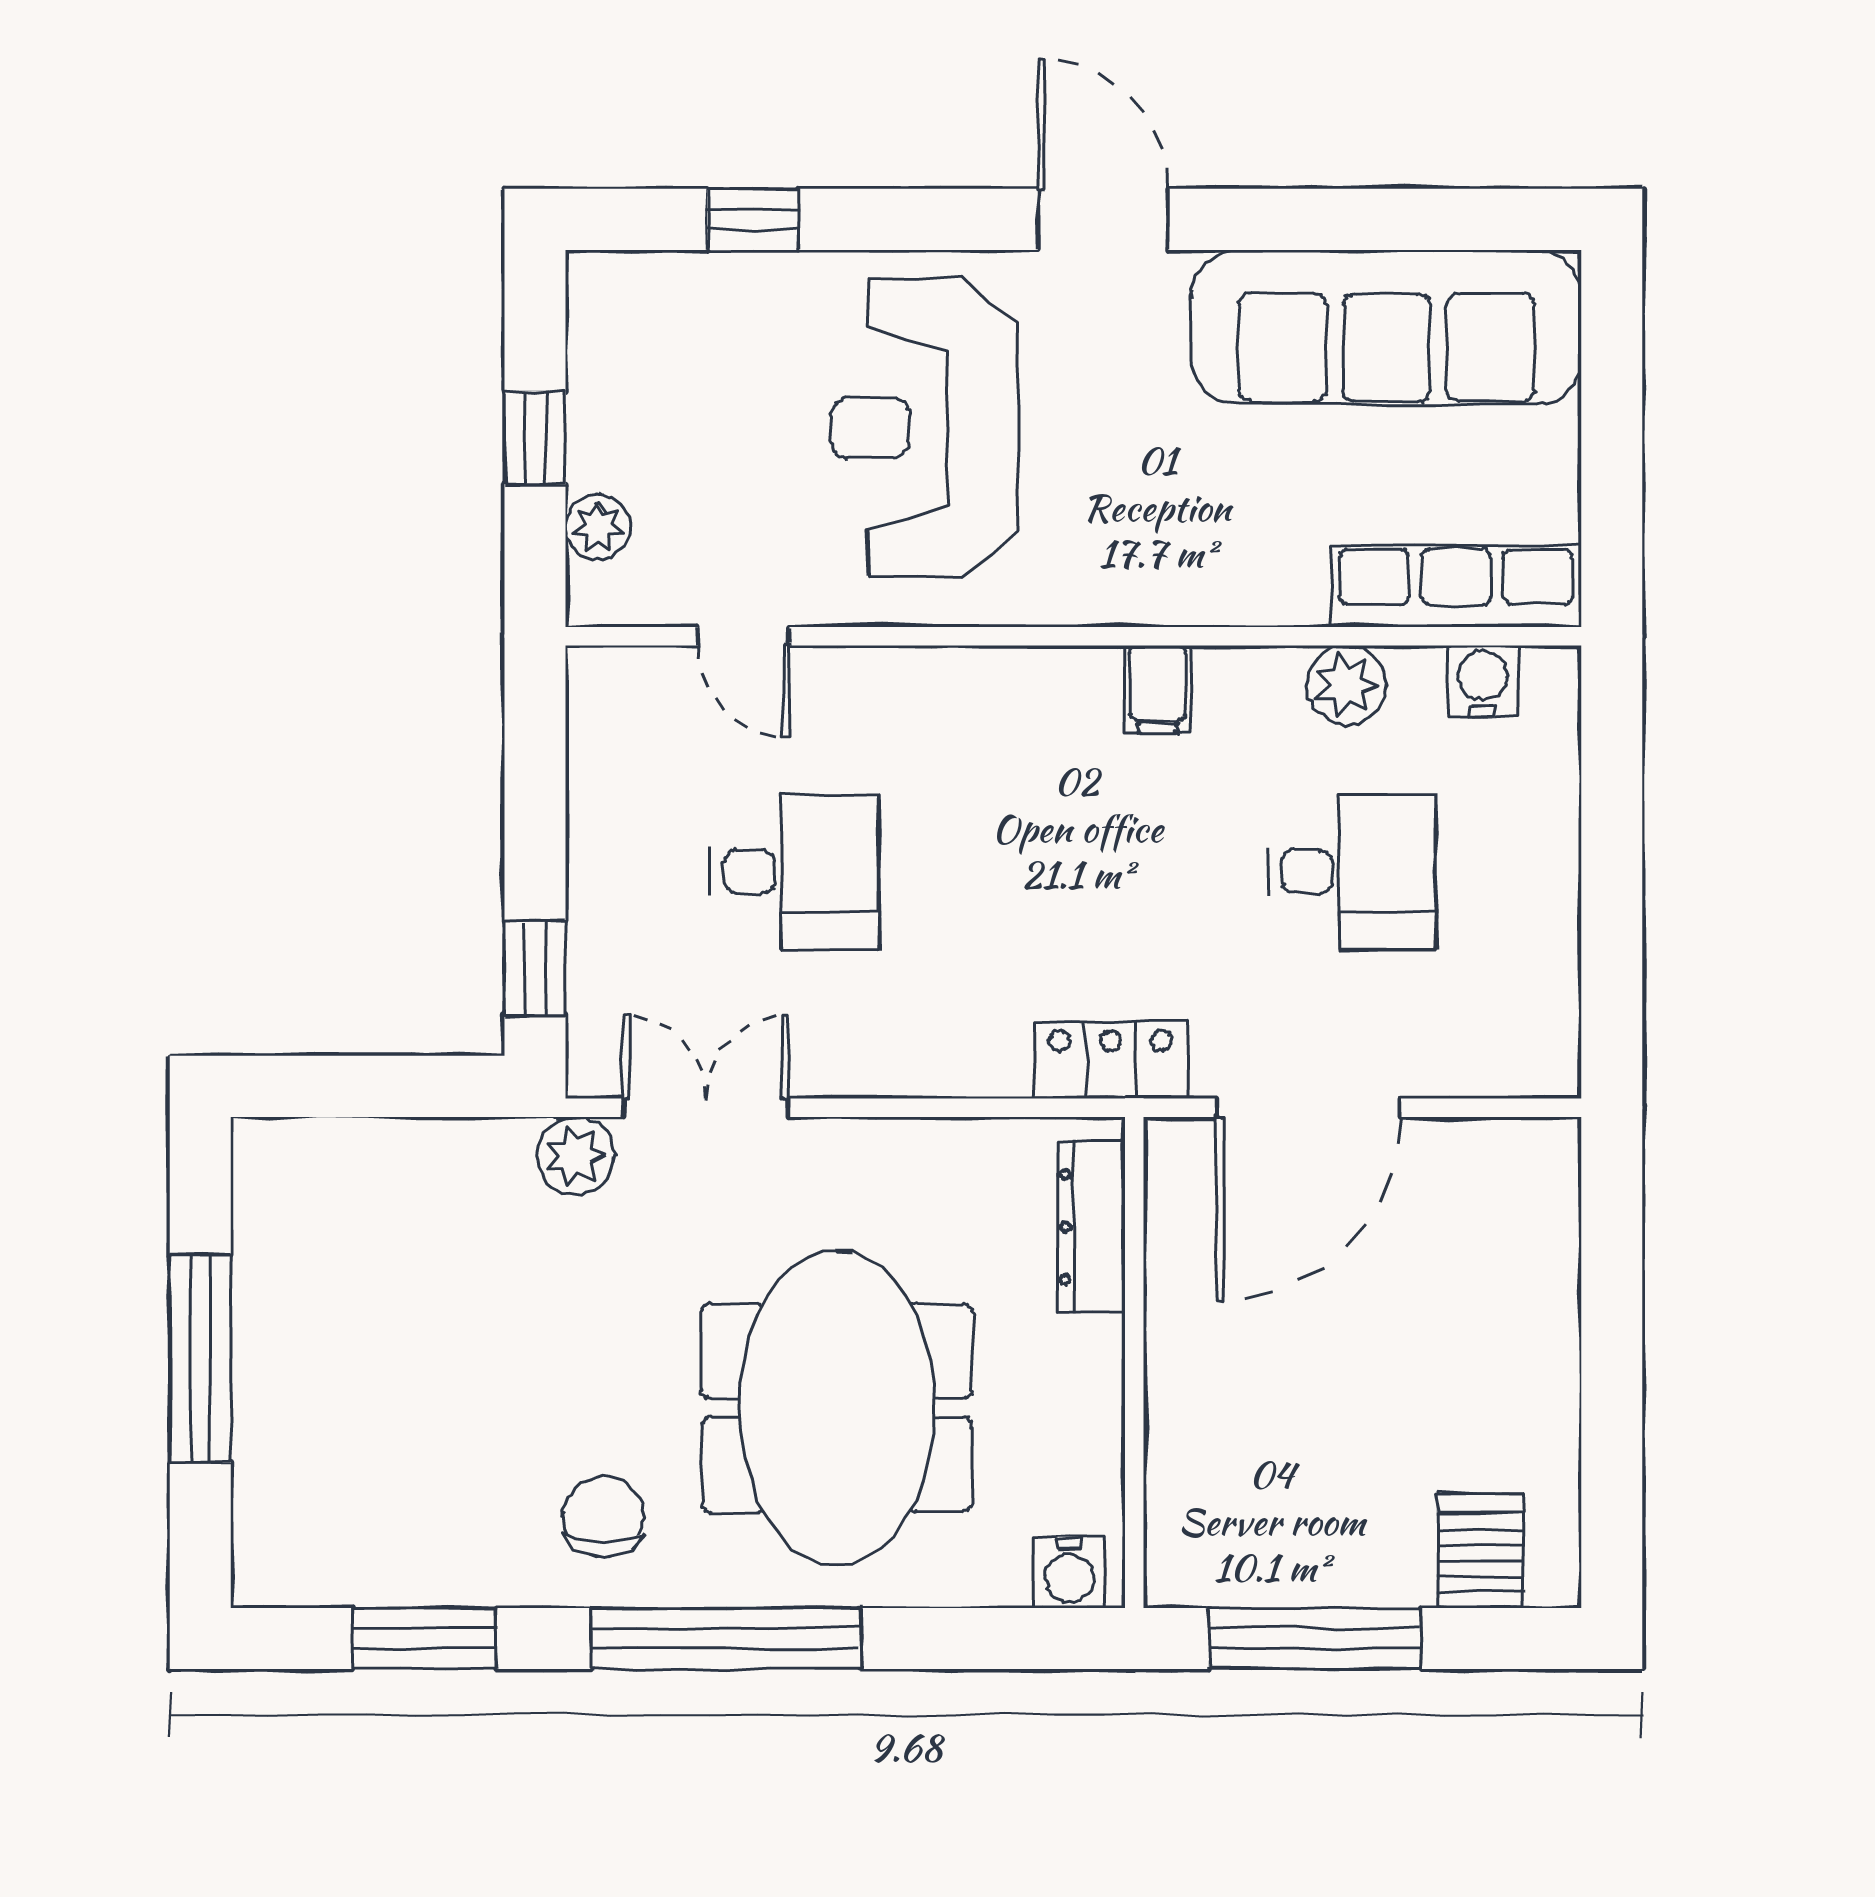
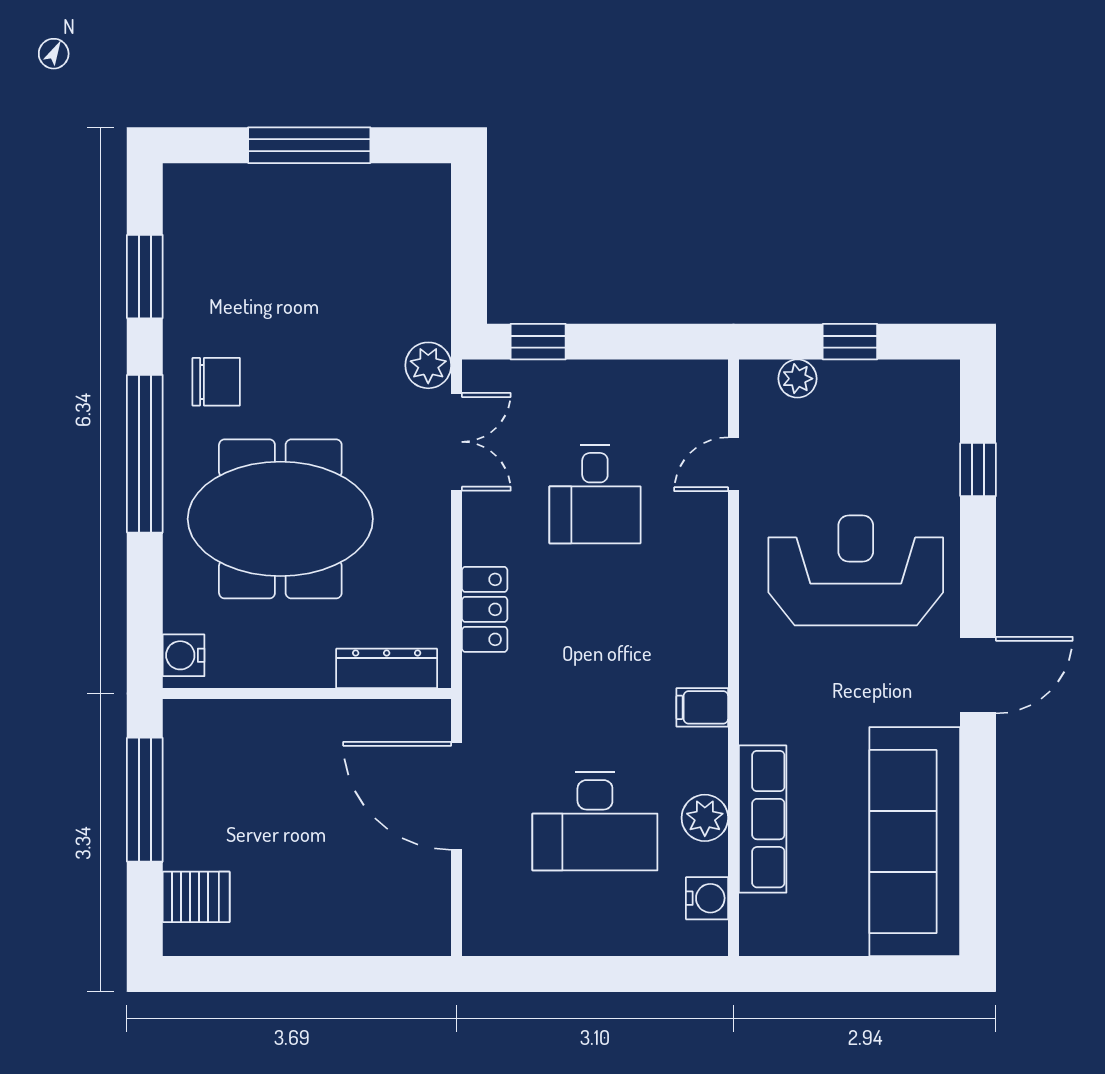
row of seats: (1456, 586) -> (763, 819), moved
desk: (1352, 872) -> (595, 821), width x1.37
locker: (1111, 1060) -> (485, 609), moved

